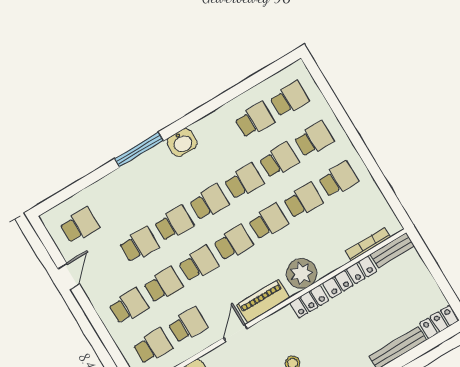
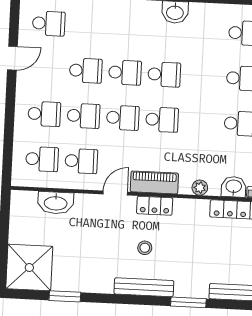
school desk: (244, 181) -> (203, 76), removed
school desk: (268, 222) -> (201, 122), removed
washbasin: (334, 259) -> (234, 187), added
plant: (302, 273) -> (200, 188), width x0.53, depth x0.53
locker: (309, 302) -> (155, 206), moved

